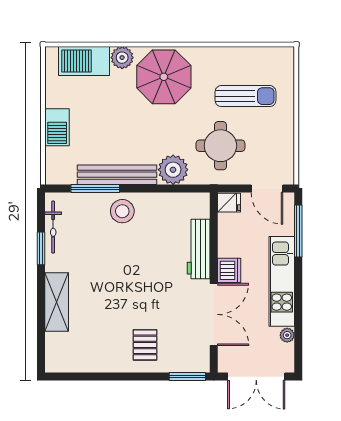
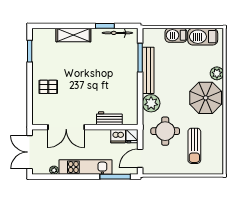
barbecue: (84, 61) -> (203, 37), moved, turned -90
stool: (122, 211) -> (127, 73), removed
workbench: (199, 249) -> (109, 118), width x0.73
dishwasher: (229, 270) -> (118, 136), moved
window: (187, 377) -> (30, 51), moved

